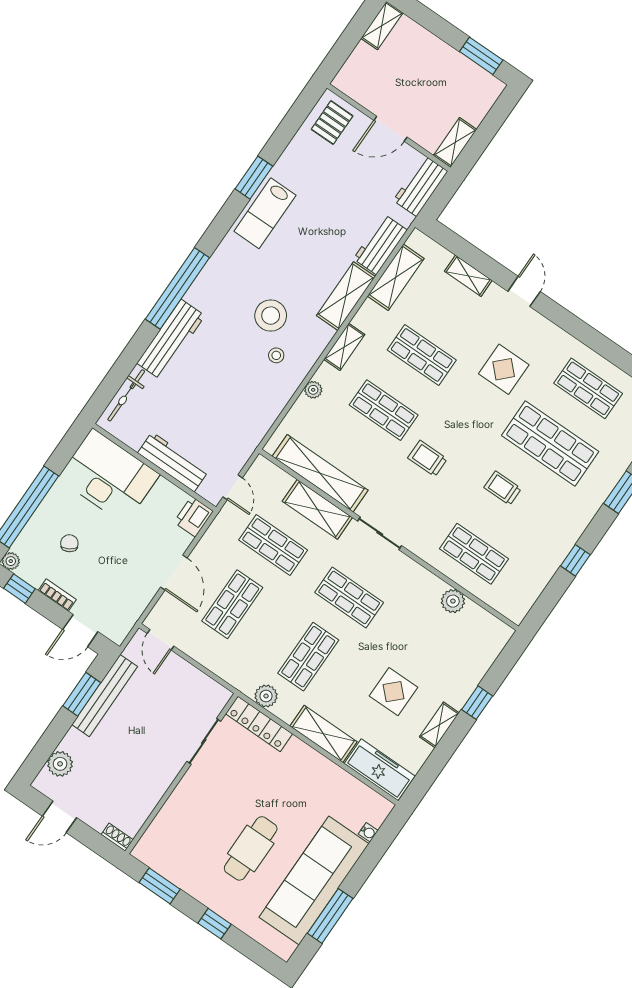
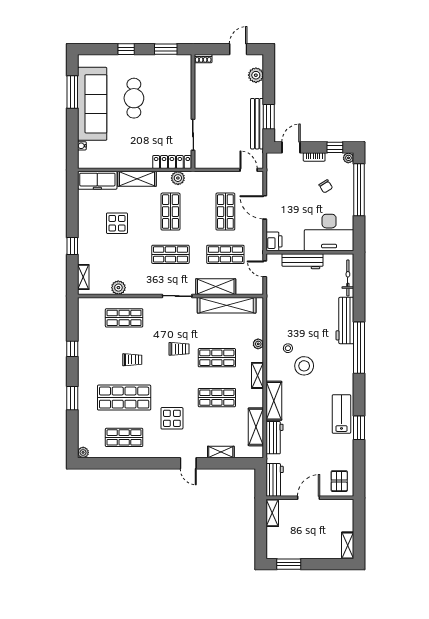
shelving: (439, 725) -> (83, 277), moved

